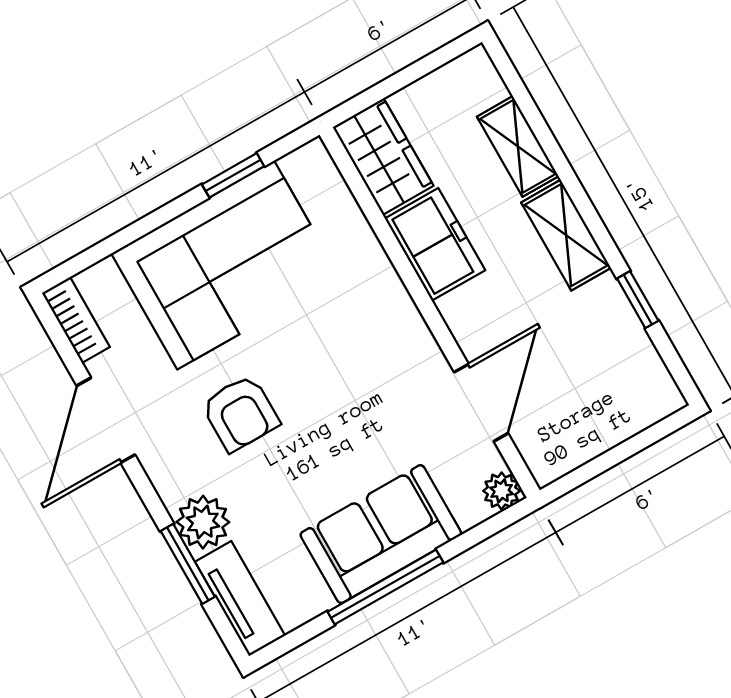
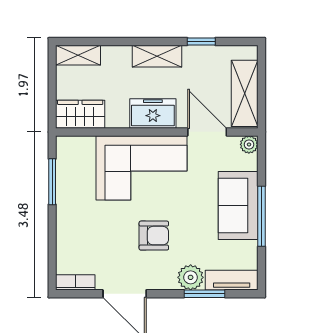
shelving: (518, 146) -> (78, 55), moved
window: (233, 175) -> (52, 182), width x1.50
freezer: (435, 244) -> (153, 113), moved
corner sofa: (226, 265) -> (141, 168), moved, turned 90
shelving: (589, 431) -> (245, 93), added

